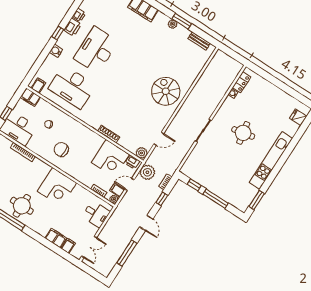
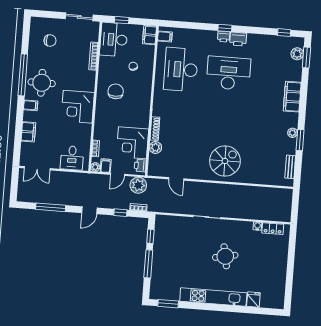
printer: (79, 15) -> (224, 37), moved
water cooler: (56, 51) -> (207, 35), removed
fridge: (298, 117) -> (253, 299), moved
plant: (142, 153) -> (155, 147), moved
door: (129, 184) -> (117, 174), swing flipped
filing cabinet: (68, 246) -> (31, 105), moved

